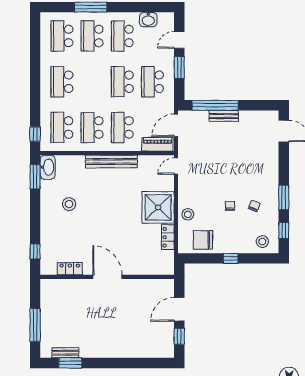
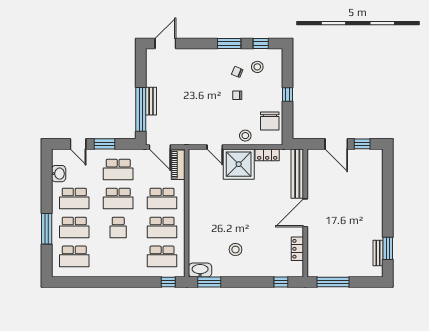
school desk: (62, 82) -> (118, 227), moved, width x0.54
bench: (111, 162) -> (297, 174), moved
door: (176, 166) -> (215, 147), moved
stool: (262, 242) -> (257, 67), moved
window: (35, 325) -> (333, 282), moved

